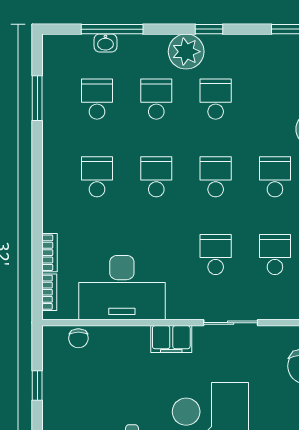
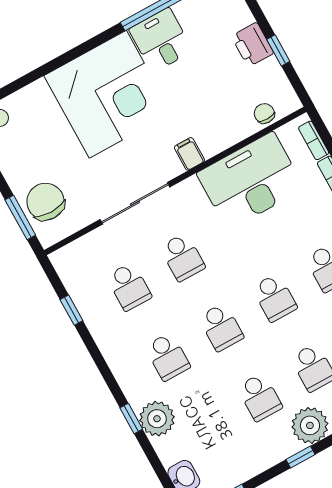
sliding door: (231, 323) -> (135, 203), width x1.37
filing cabinet: (171, 339) -> (189, 154), width x0.50
printer: (56, 402) -> (252, 45), added

